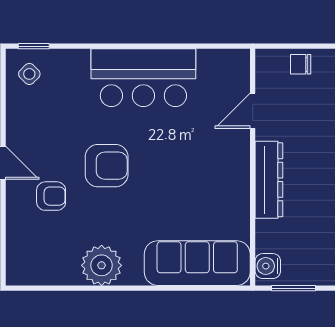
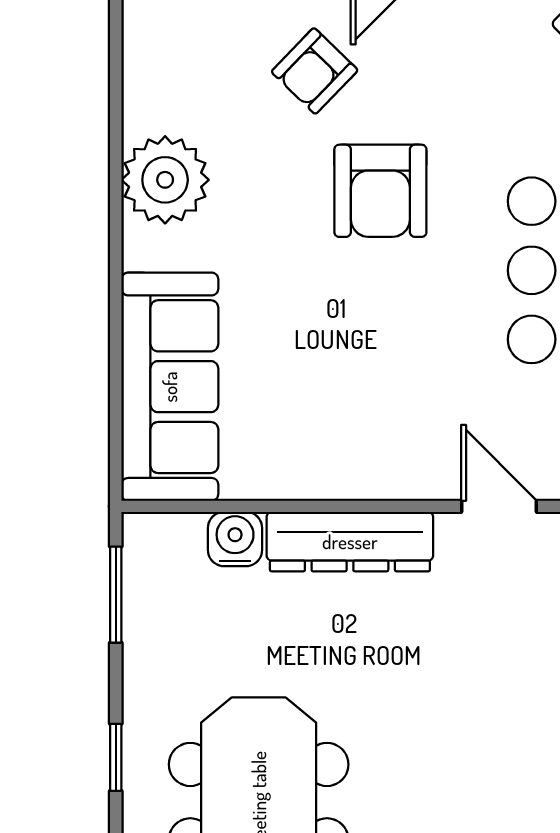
armchair: (51, 196) -> (315, 71), turned 44
water cooler: (268, 266) -> (235, 539), moved

